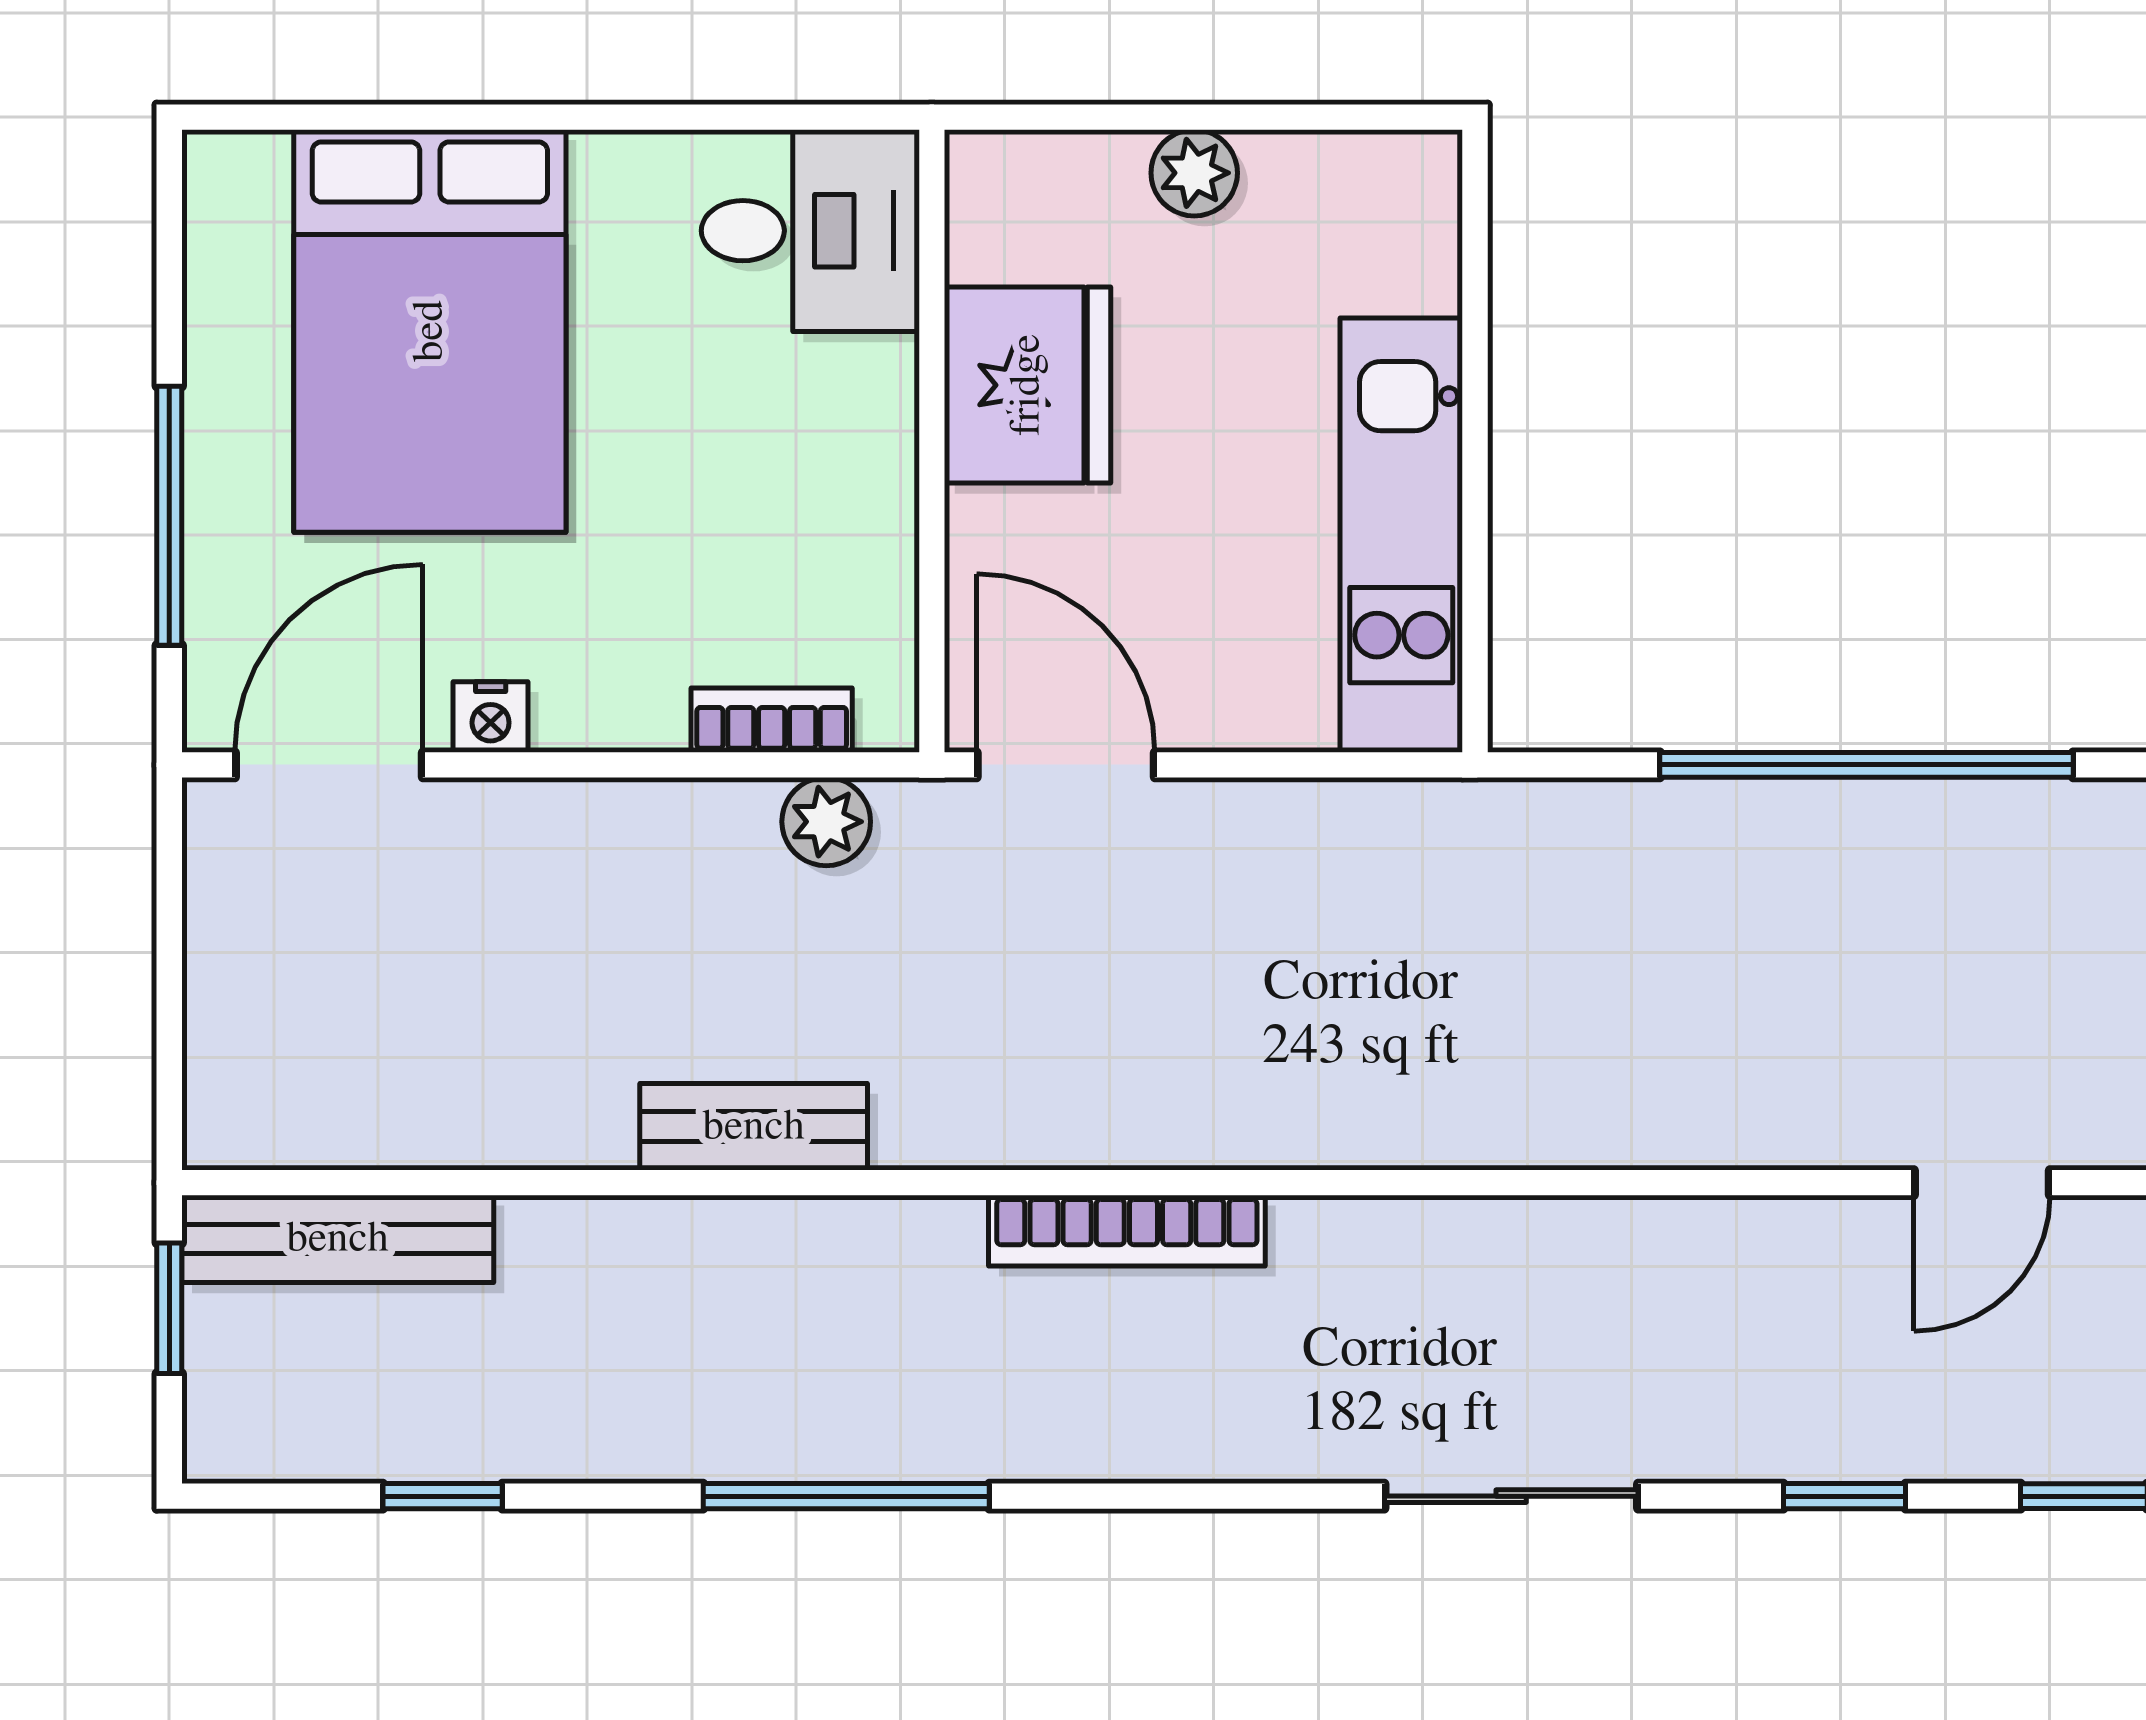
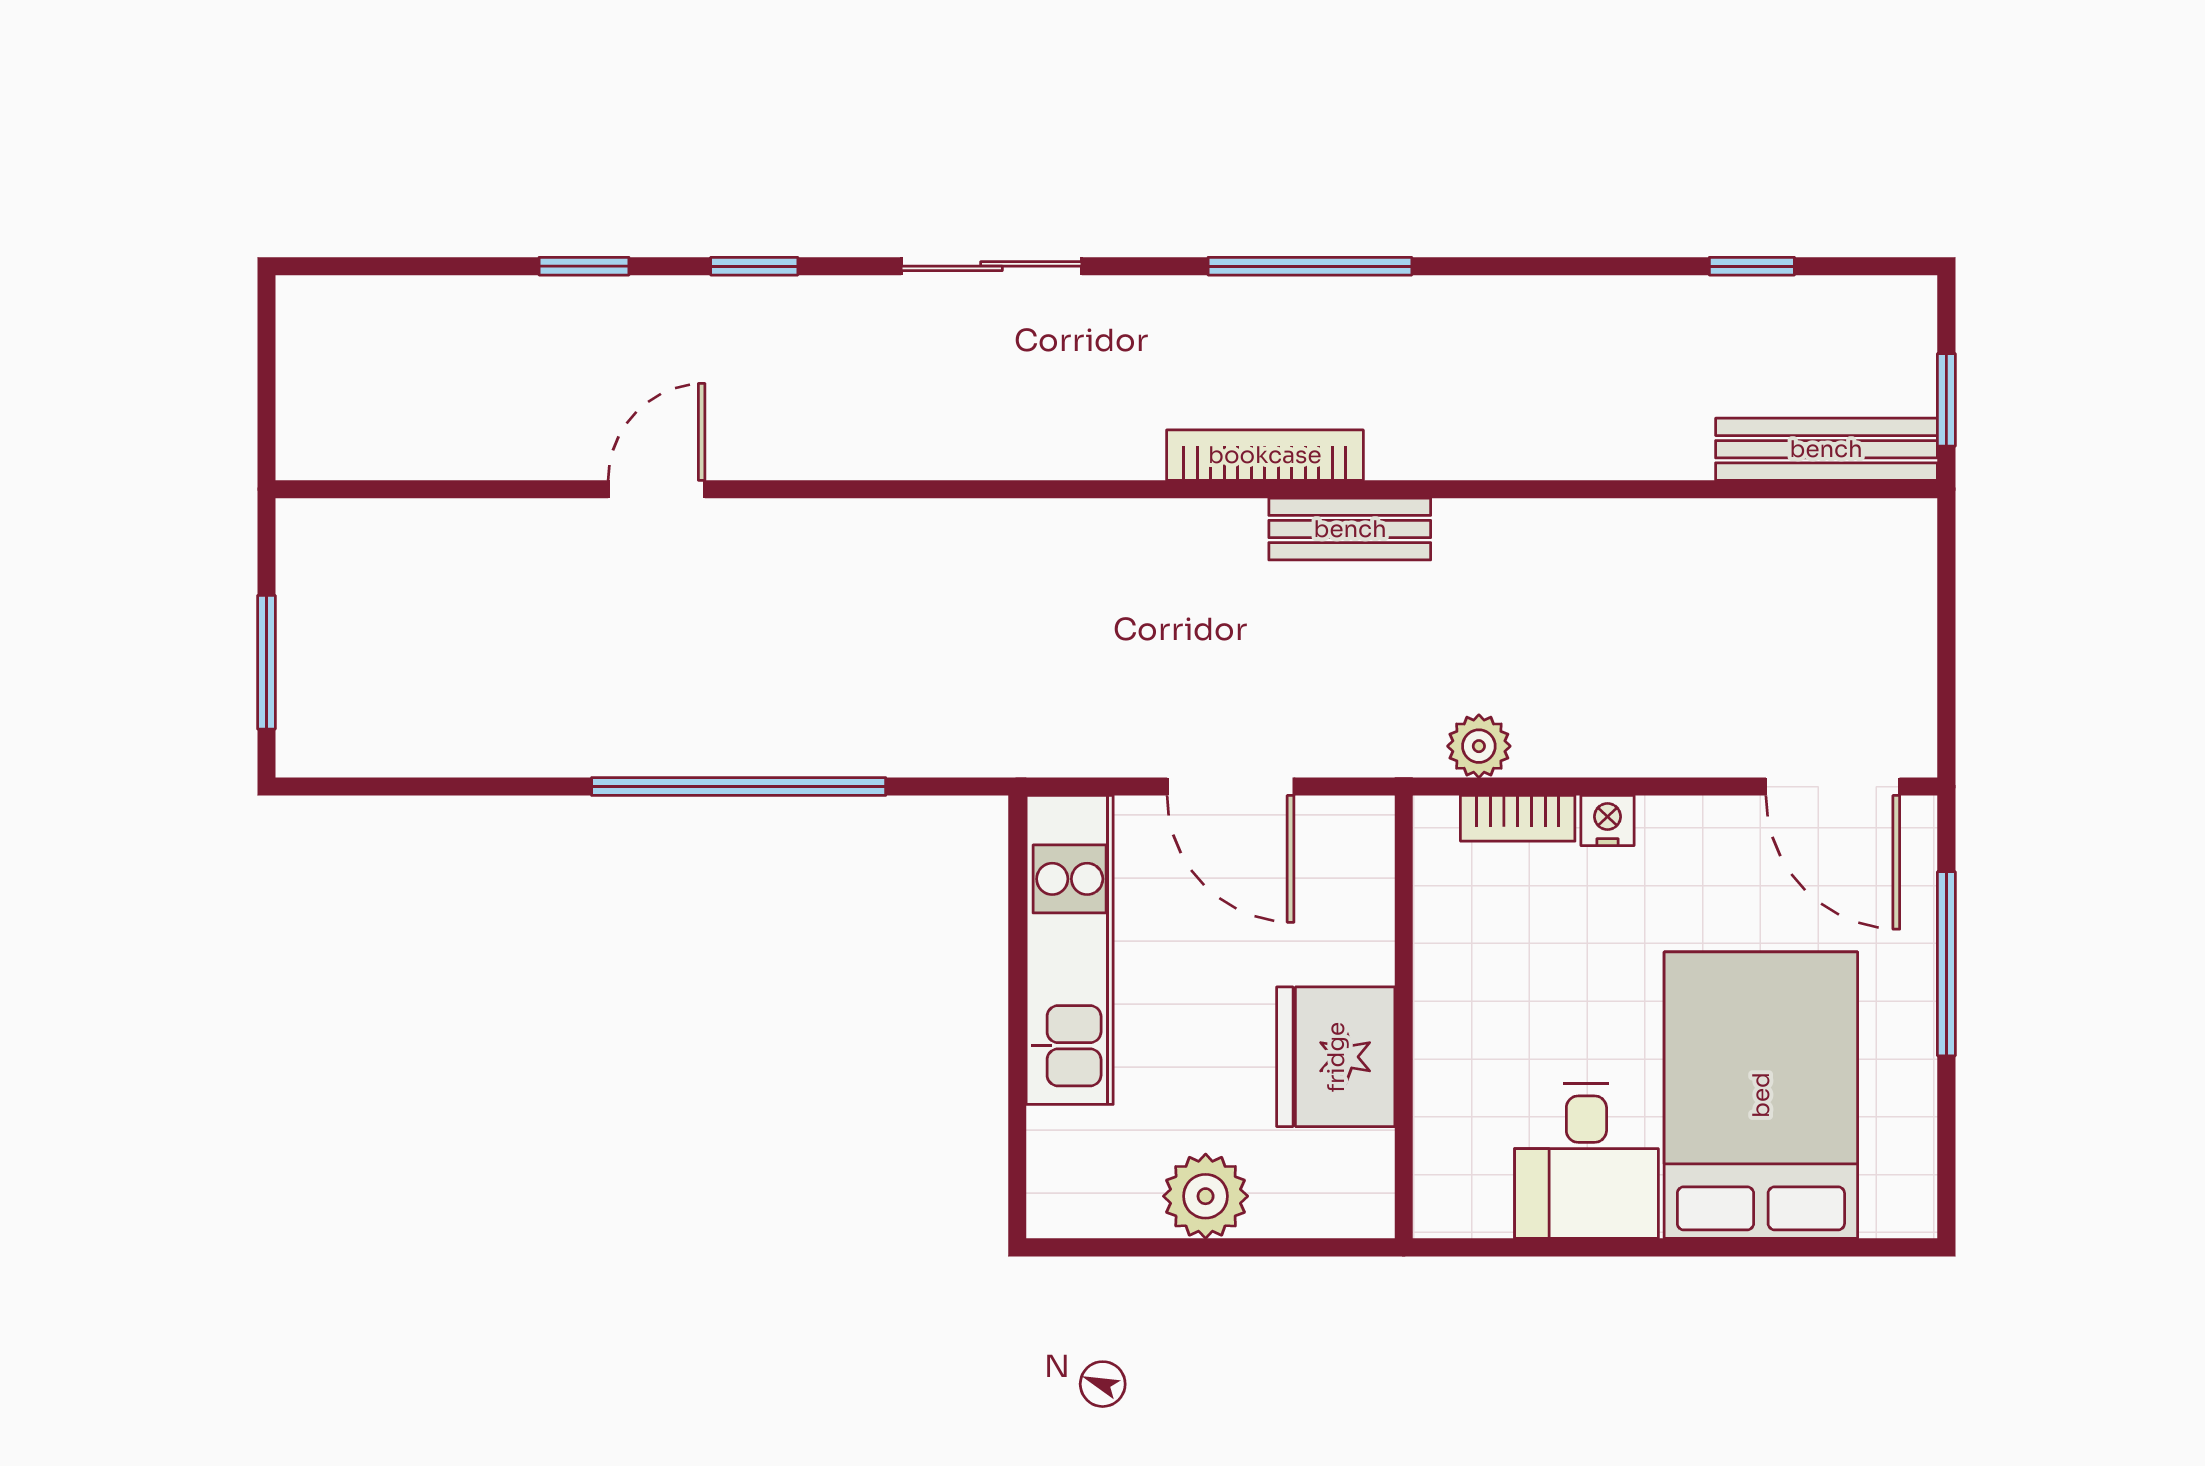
plant: (1194, 173) -> (1206, 1196), width x1.38, depth x1.38
desk: (810, 231) -> (1586, 1161), moved, turned -90
nightstand: (491, 717) -> (1608, 821), moved
door: (329, 765) -> (1833, 787), hinge flipped
door: (1066, 765) -> (1230, 787), moved
bench: (754, 1127) -> (1350, 529), moved
window: (846, 1496) -> (1310, 266), moved

